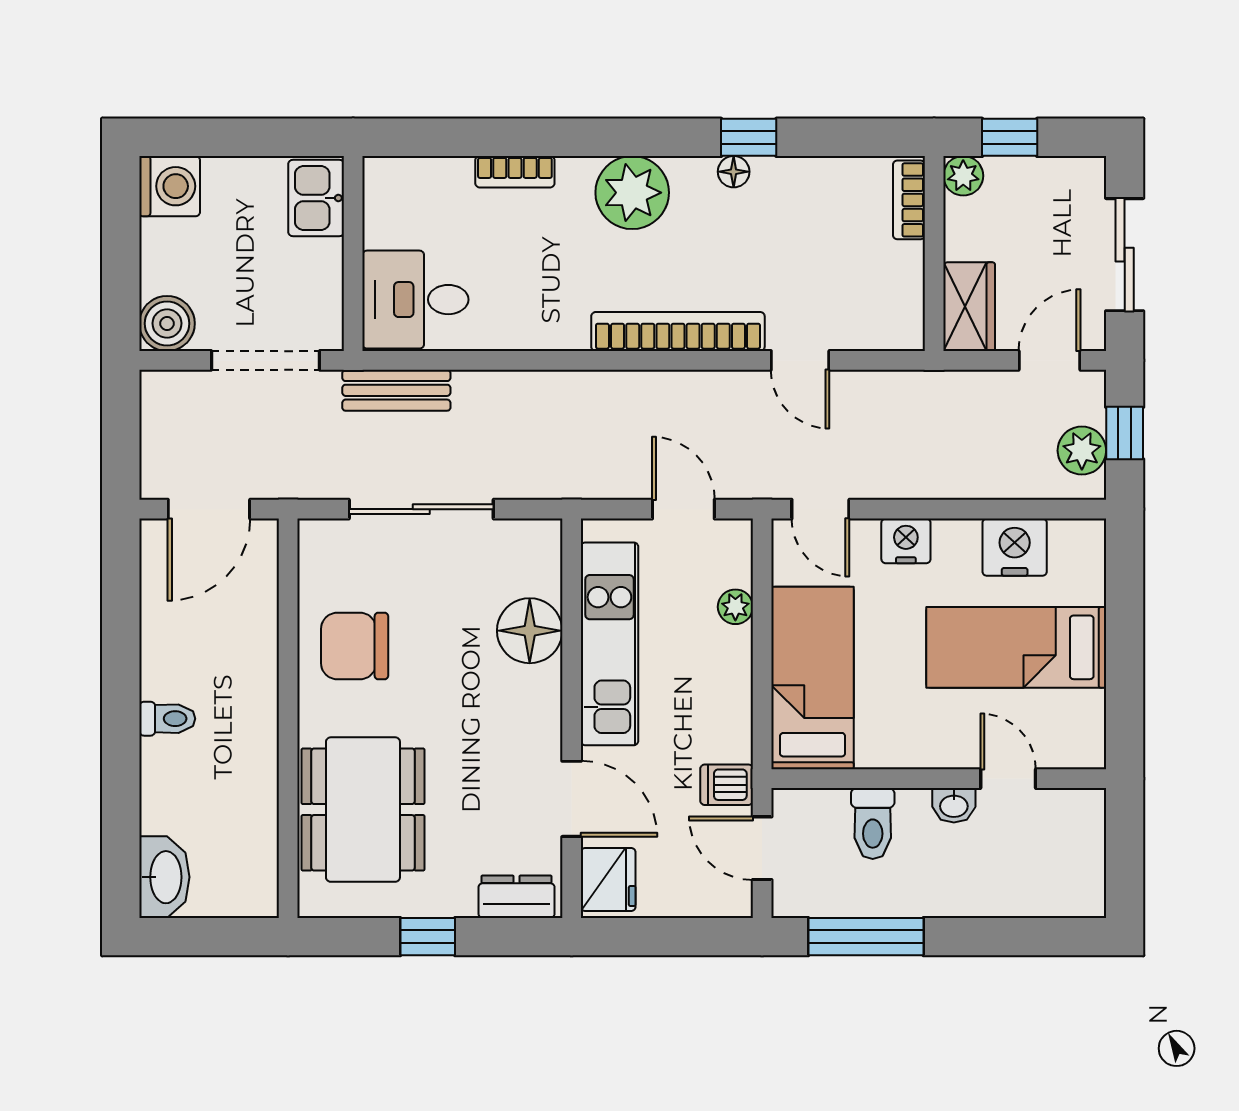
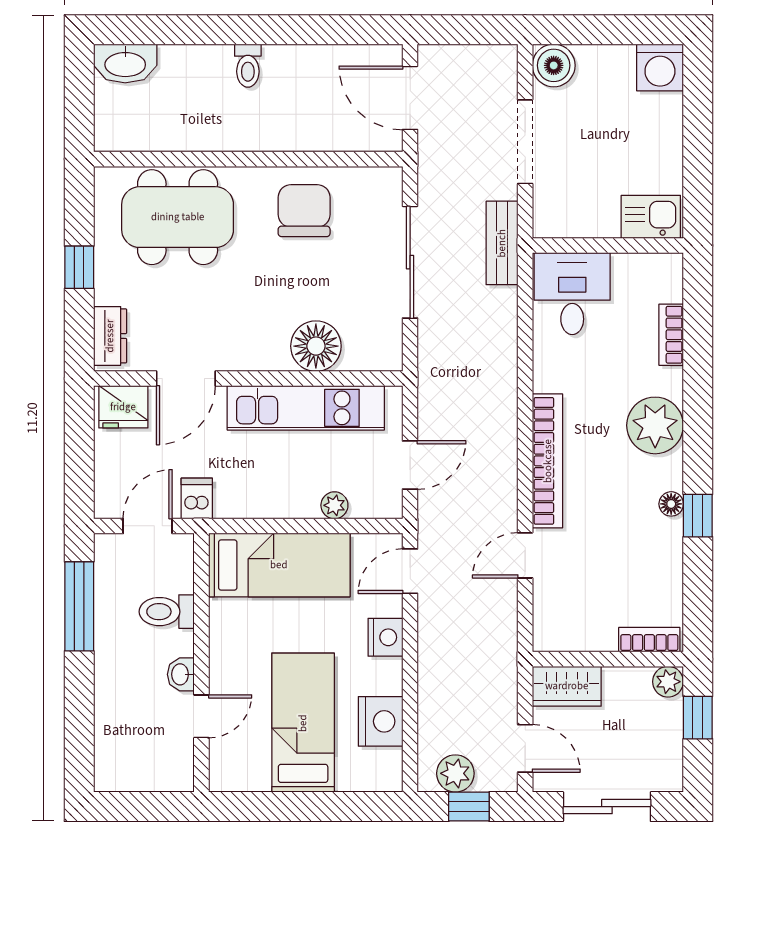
kitchen sink: (316, 198) -> (651, 217), moved
wall: (353, 254) -> (608, 245), moved
desk: (415, 300) -> (572, 294), moved

